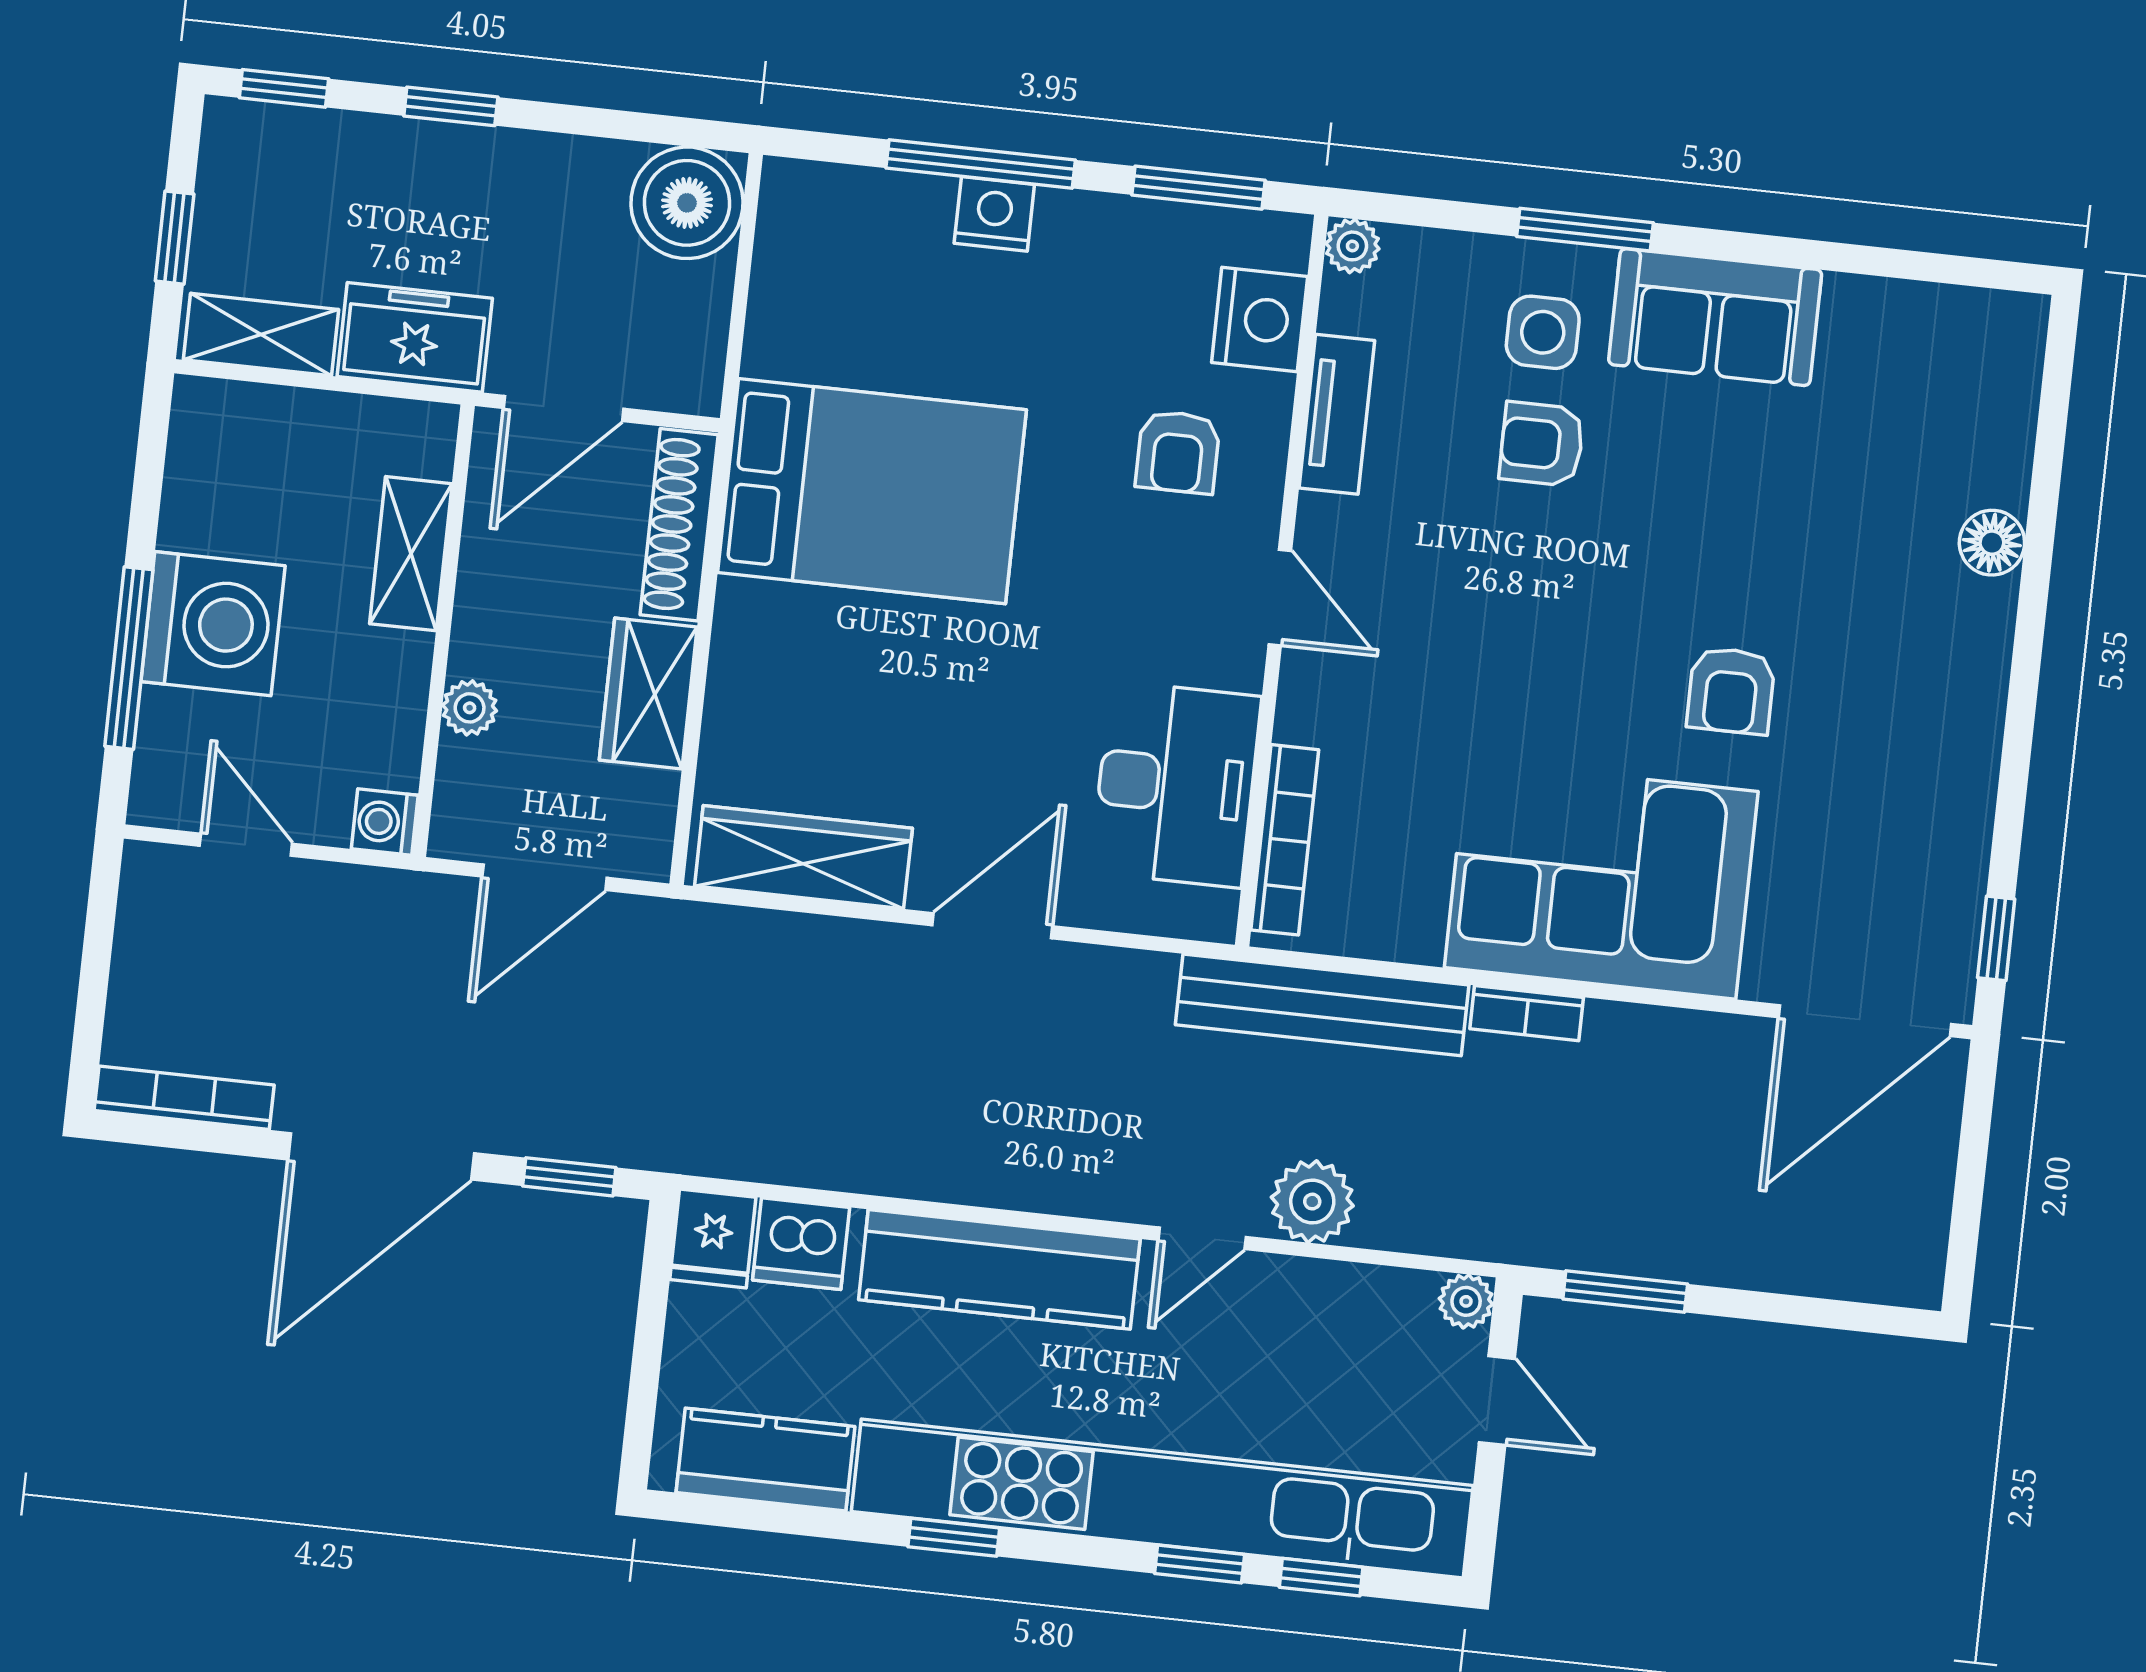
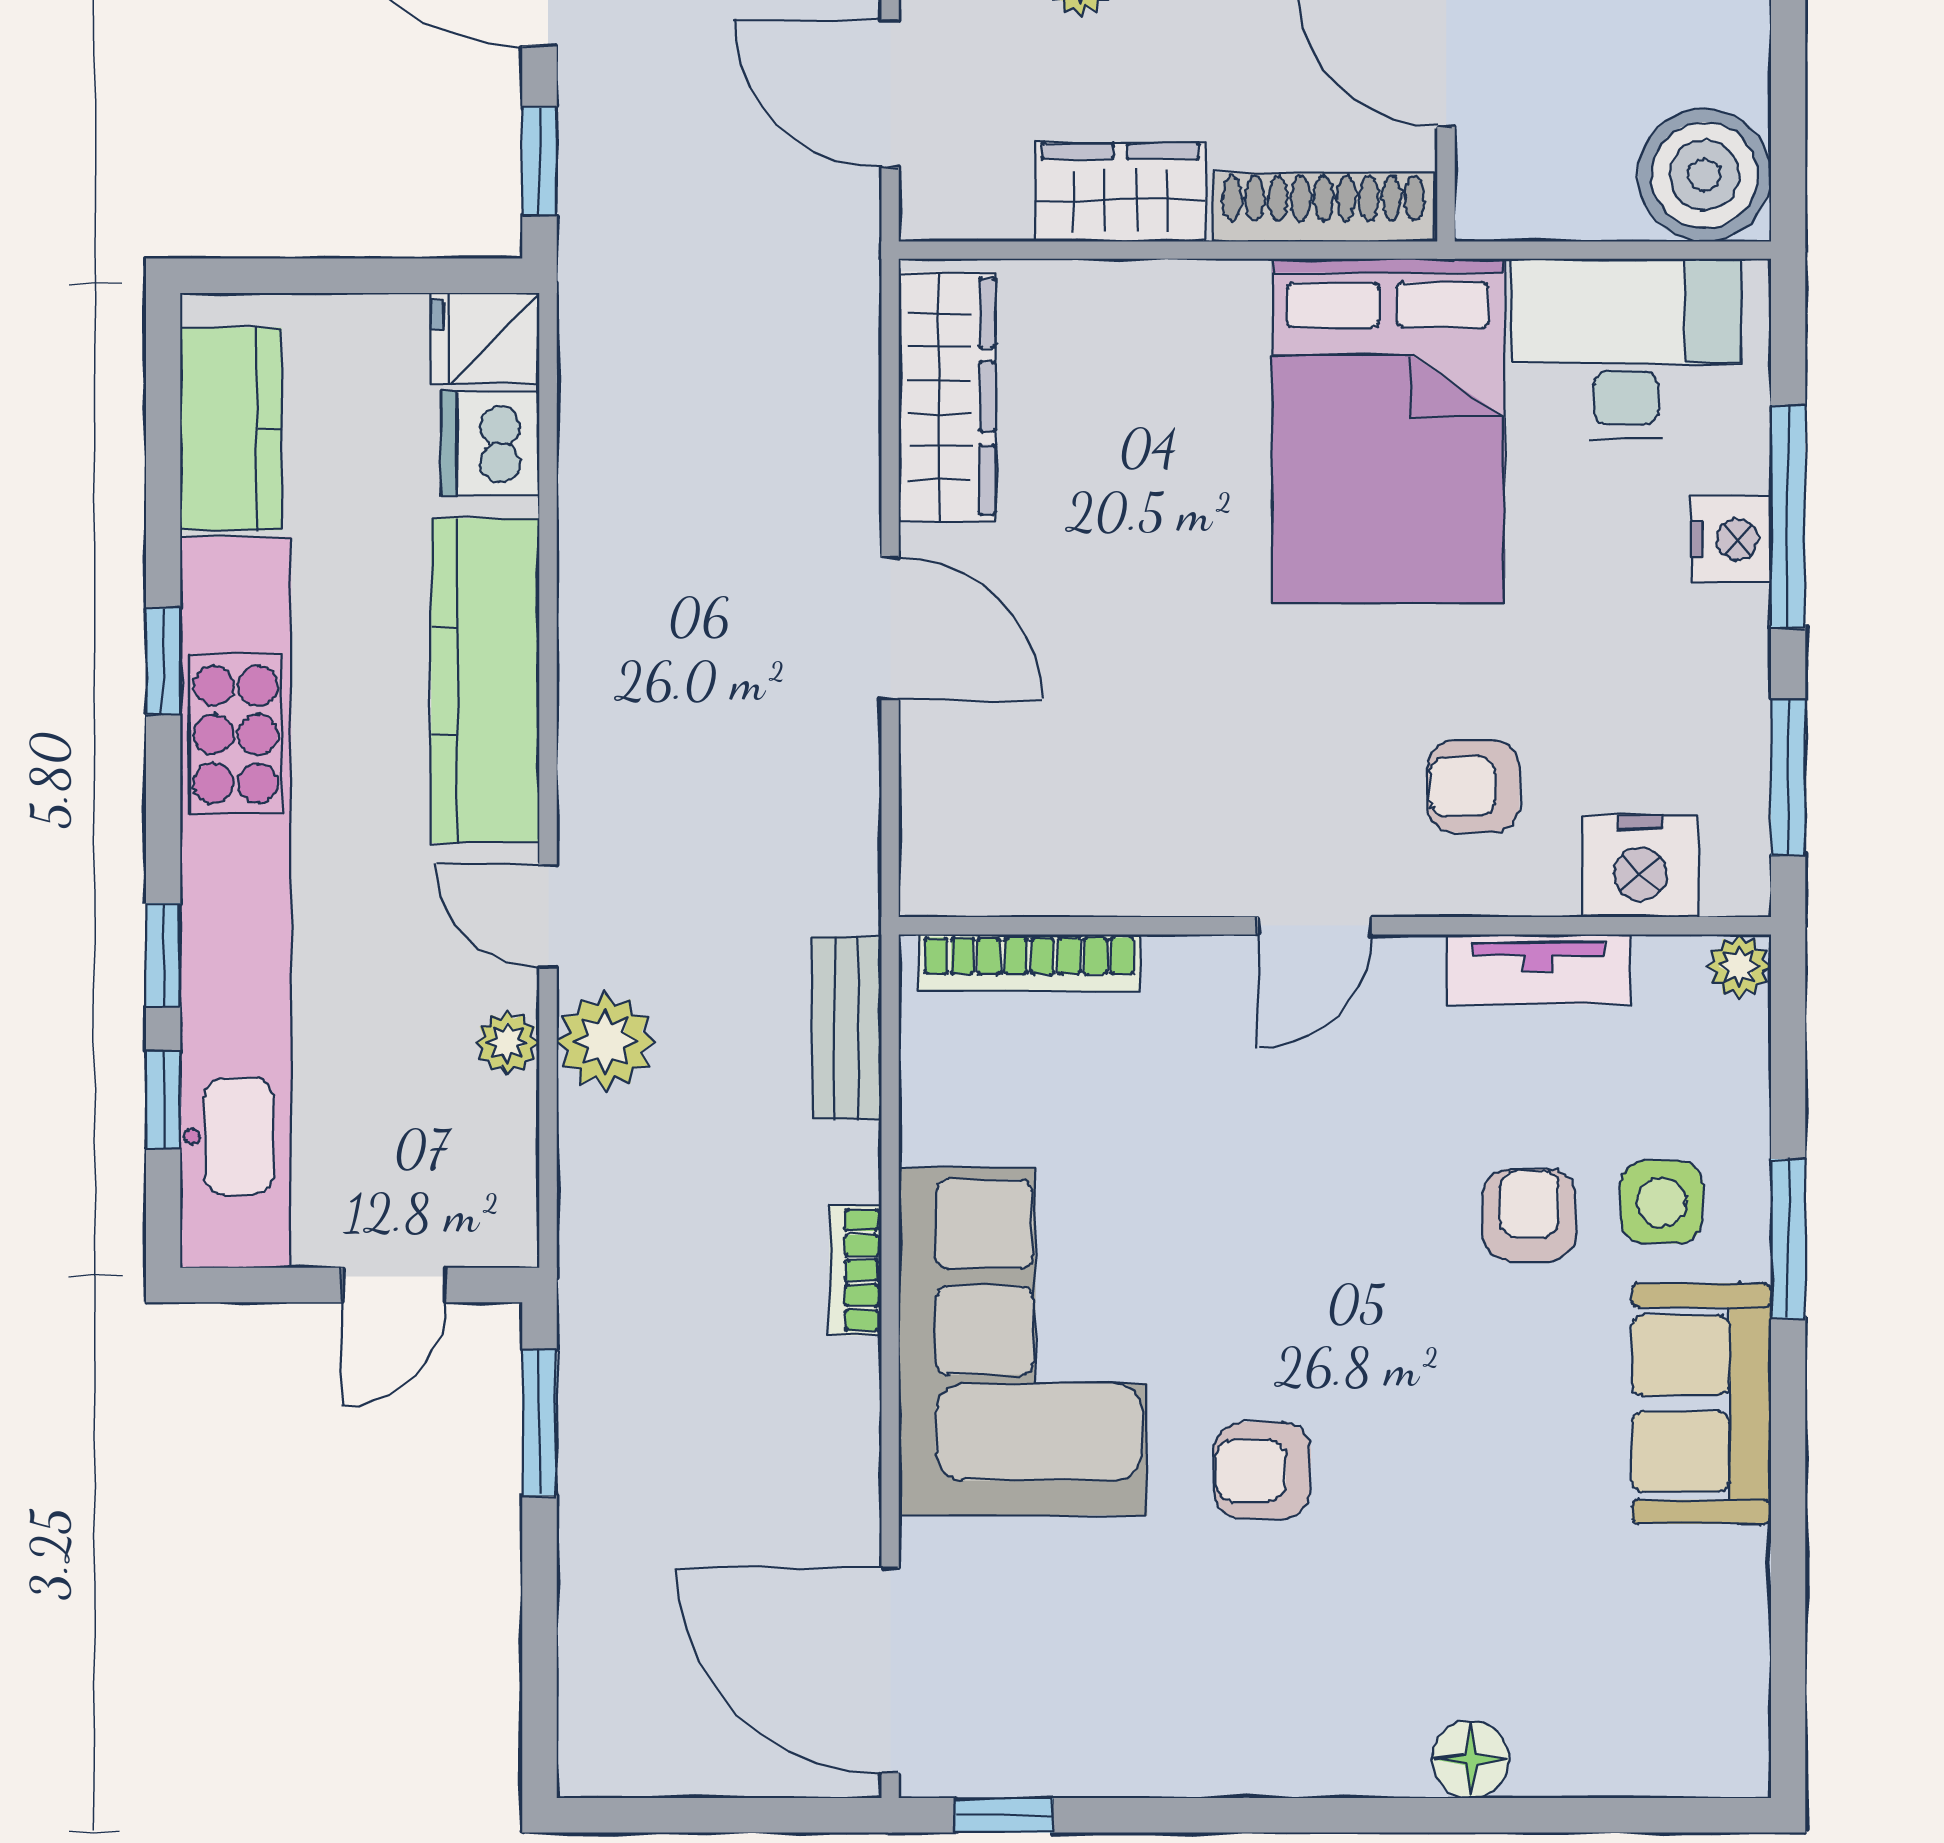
desk: (1176, 784) -> (1626, 349), moved, turned 180
bench: (1322, 1005) -> (847, 1028), width x0.54, depth x0.82
plant: (1466, 1301) -> (507, 1043), moved

